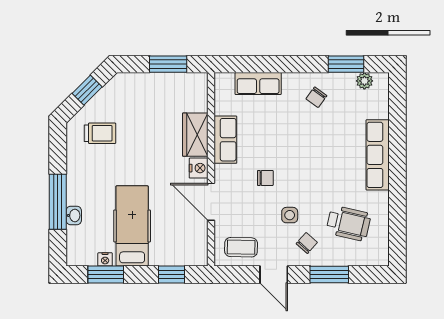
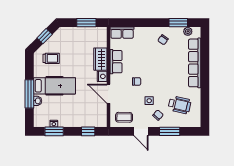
row of seats: (258, 84) -> (122, 33), moved
row of seats: (378, 155) -> (195, 63), width x1.36
hospital bed: (132, 226) -> (54, 86), moved, turned 90

